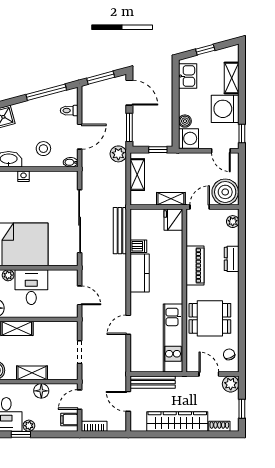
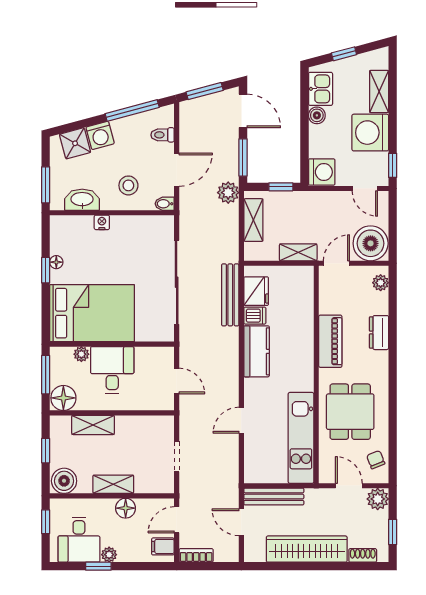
washing machine: (22, 111) -> (100, 135), added
boiler: (185, 121) -> (317, 115), moved
fridge: (173, 220) -> (256, 291), moved, turned 180
dining table: (210, 318) -> (350, 412), turned 90

